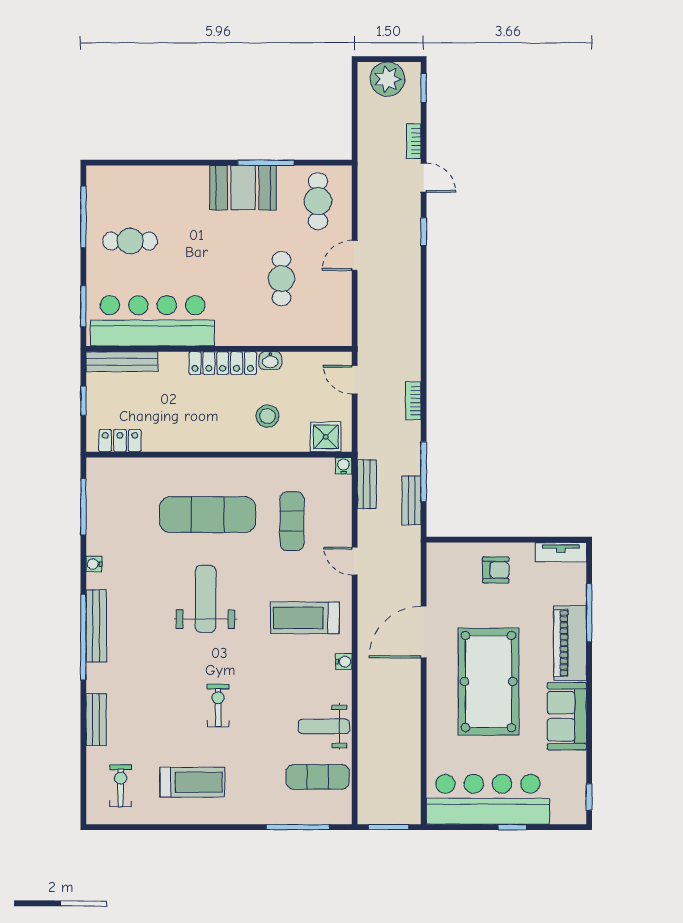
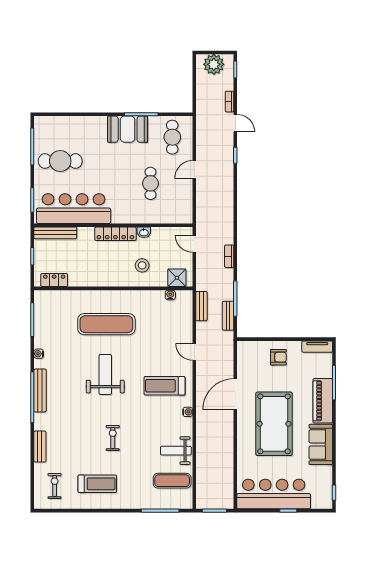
cafe table: (130, 241) -> (60, 161), width x1.37, depth x1.35
water cooler: (344, 466) -> (170, 295), moved
exercise mat: (292, 521) -> (157, 328), removed

